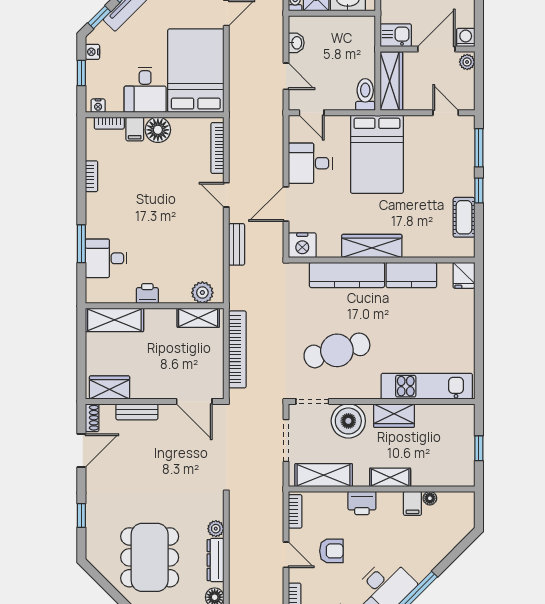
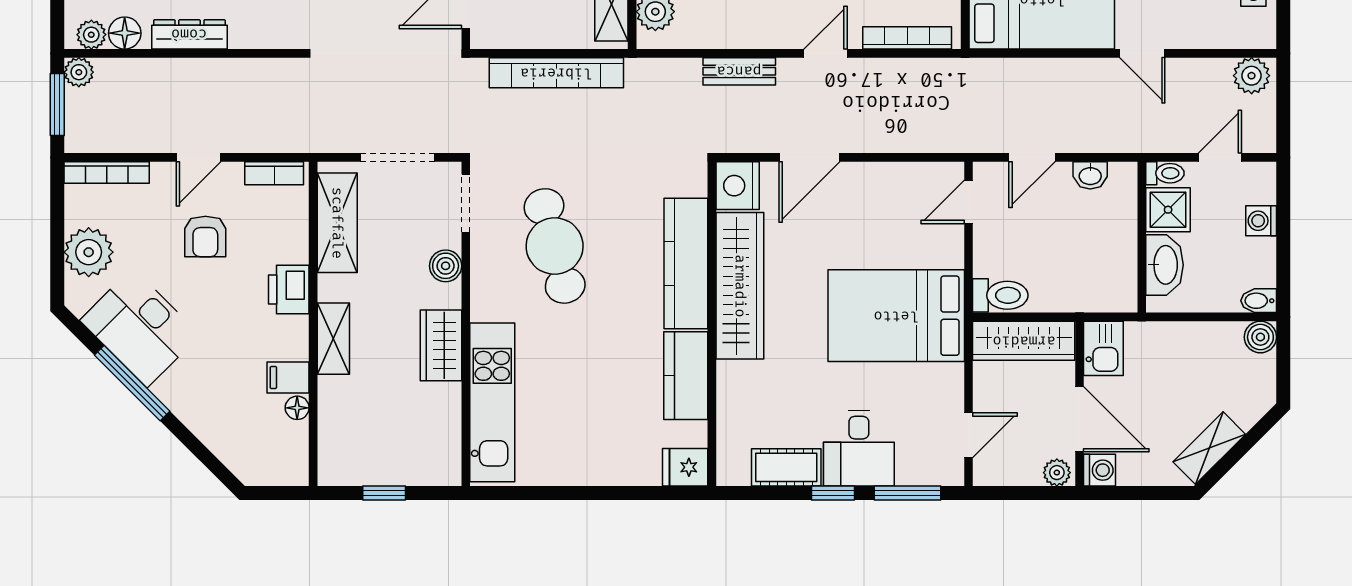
desk: (310, 163) -> (859, 448), moved, turned 180
door: (286, 204) -> (810, 157), swing flipped
wardrobe: (372, 246) -> (740, 286), width x1.40, depth x1.17
boiler: (348, 421) -> (446, 266), width x0.54, depth x0.54
plant: (216, 529) -> (244, 35), removed

